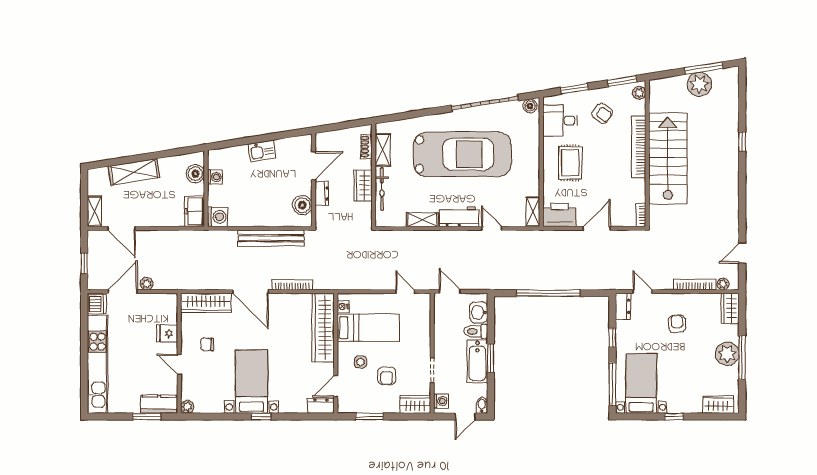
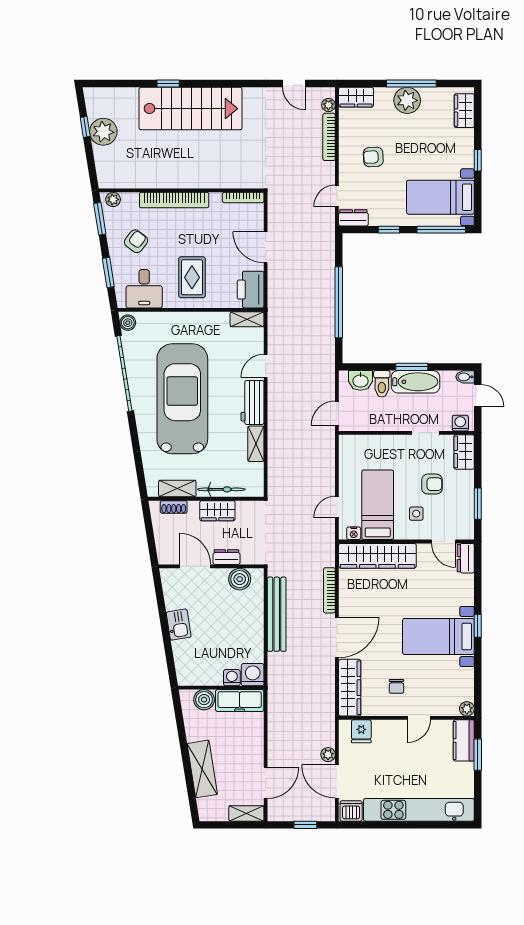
window: (704, 68) -> (85, 127), width x0.46
stairs: (668, 158) -> (191, 109), moved, turned 180
rug: (570, 163) -> (192, 277), turned 90
washing machine: (215, 177) -> (232, 678), moved
freezer: (195, 211) -> (240, 701), width x1.40
bookcase: (641, 215) -> (243, 198), width x1.56
door: (405, 292) -> (337, 507), moved
fridge: (167, 333) -> (361, 731), moved

